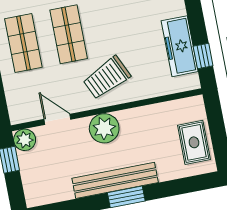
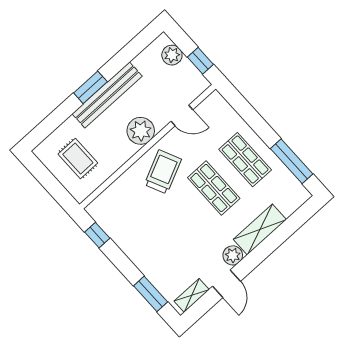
freezer: (180, 46) -> (120, 232), removed
plant: (25, 140) -> (172, 55), moved
rug: (194, 142) -> (78, 159), moved

